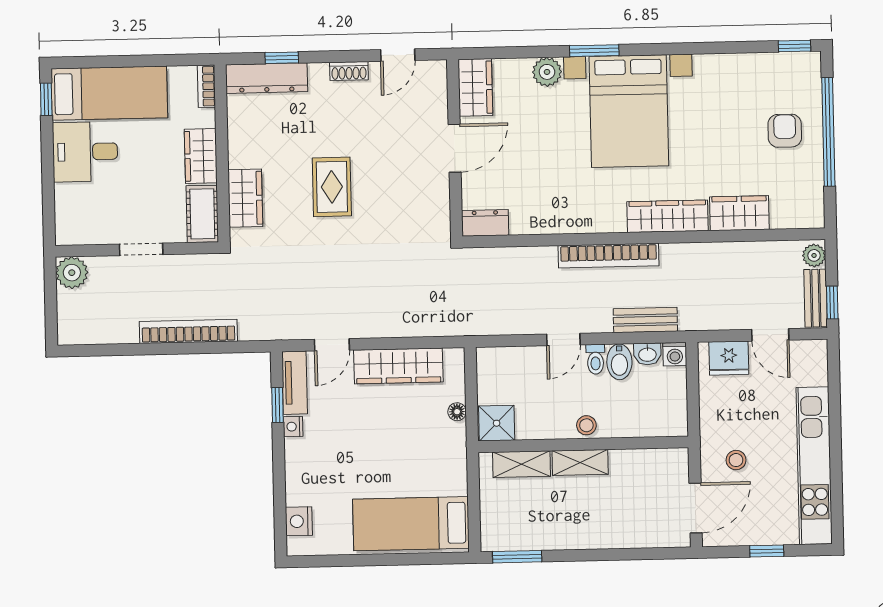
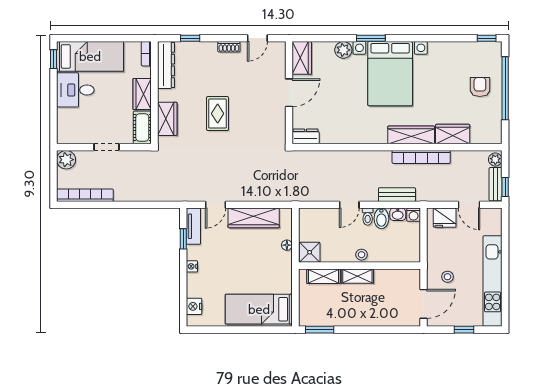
dresser: (267, 78) -> (166, 65), moved, turned -90
bookcase: (609, 256) -> (421, 157), moved
bookcase: (188, 331) -> (85, 195), moved
nightstand: (293, 427) -> (192, 266), moved

